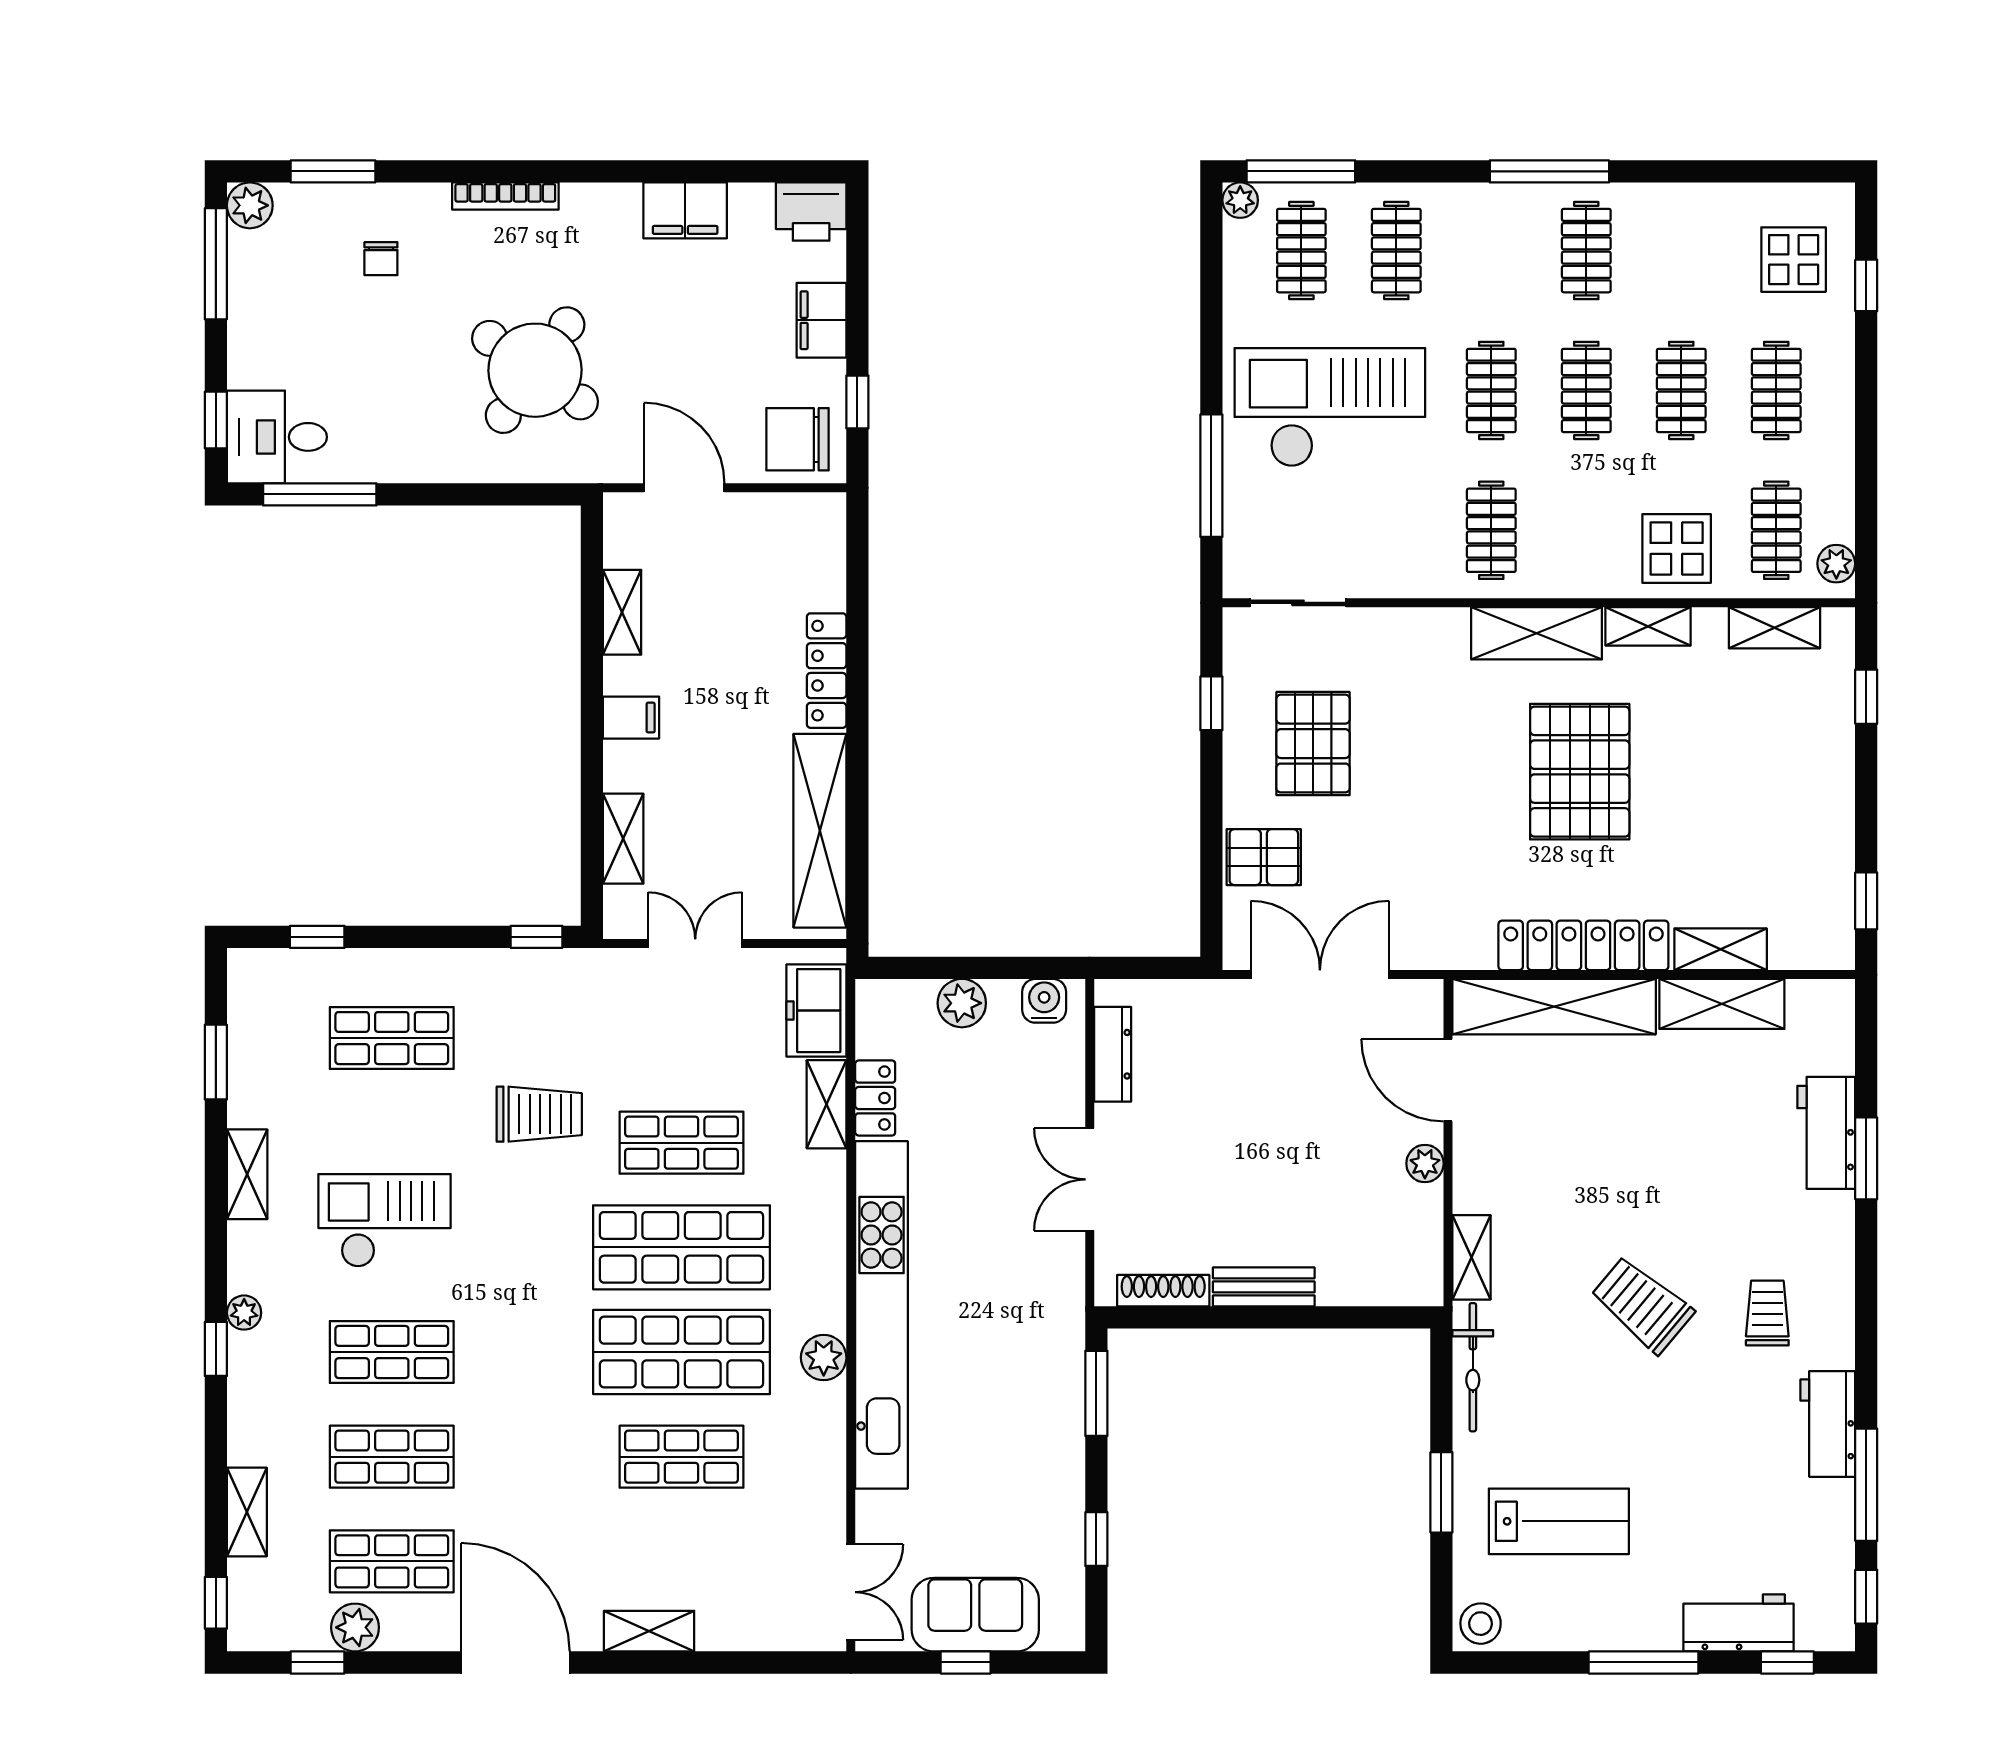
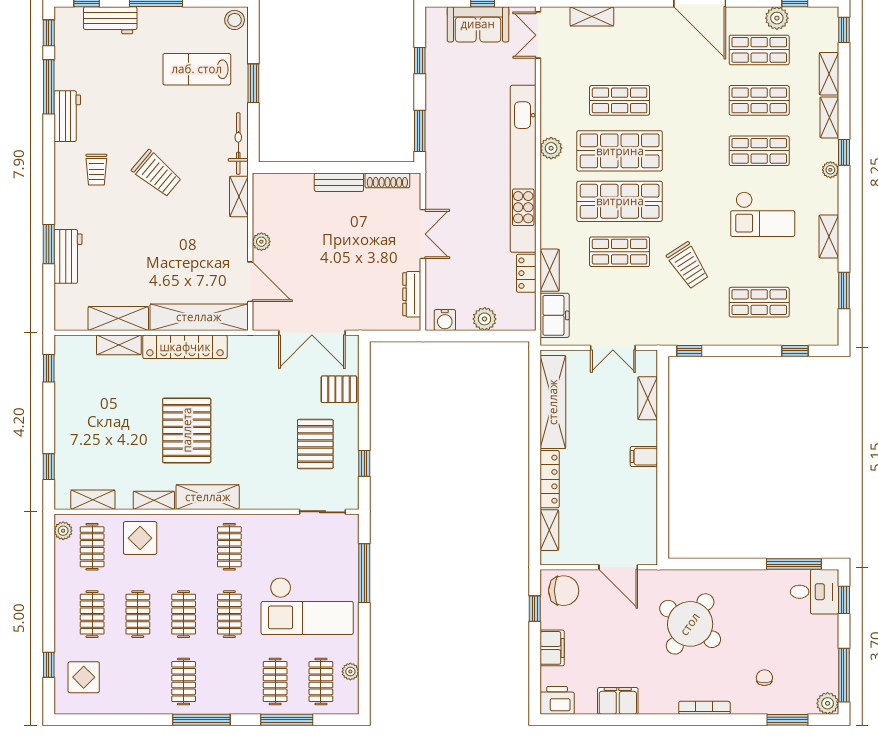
window: (1301, 171) -> (287, 720), moved
plant: (1240, 200) -> (350, 672), moved
shelving: (622, 612) -> (549, 530), moved
trolley: (539, 1114) -> (688, 265), turned -123
shelving: (246, 1421) -> (829, 117), added
shelving: (649, 1631) -> (592, 16), moved

